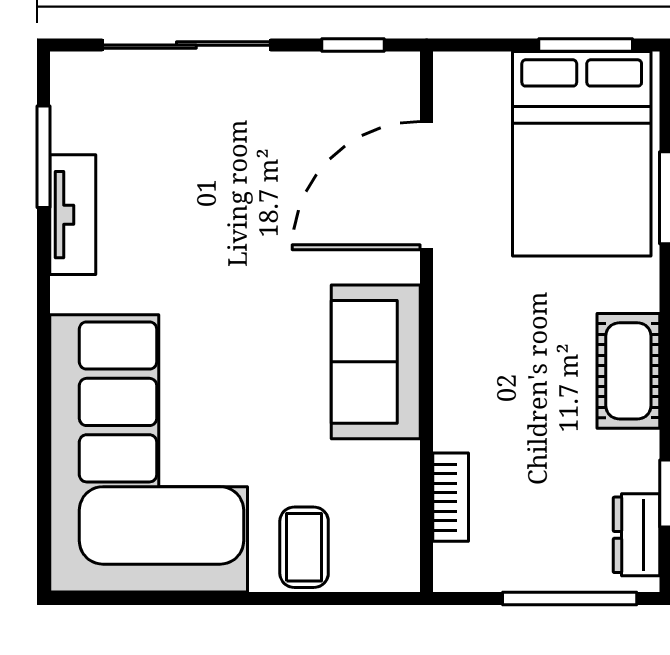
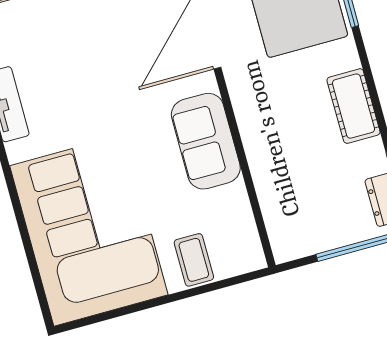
bookcase: (451, 497) -> (271, 208), removed

